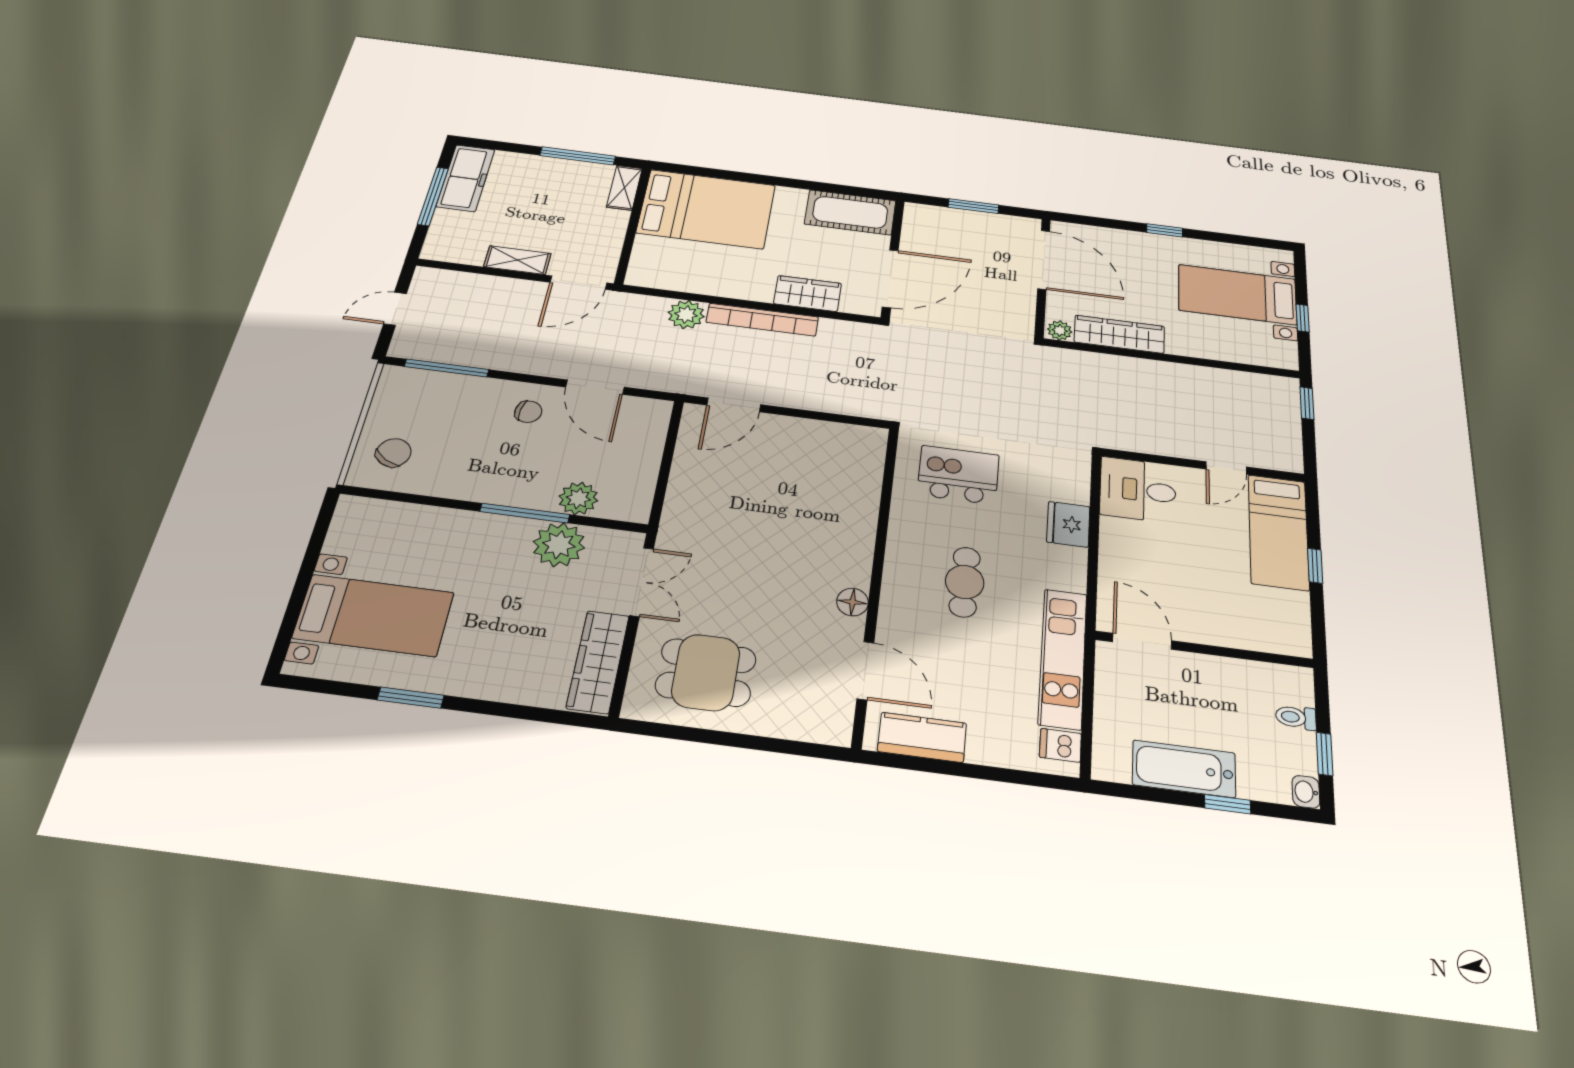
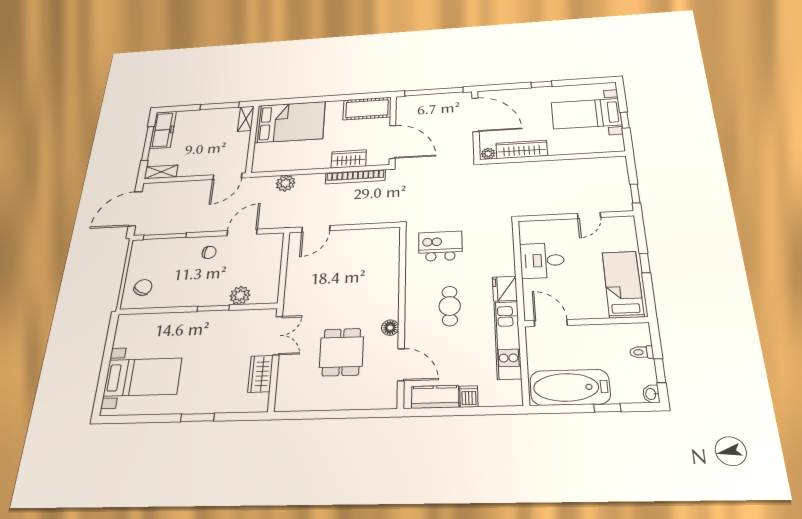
window: (973, 206) -> (434, 92), width x2.11
shelving: (517, 260) -> (161, 172), moved
door: (890, 279) -> (392, 142), hinge flipped
door: (395, 309) -> (135, 209), width x1.88
bookcase: (762, 320) -> (355, 177), moved
door: (595, 387) -> (242, 232), swing flipped
window: (1307, 403) -> (635, 193), moved
desk: (1138, 490) -> (542, 261), moved
window: (525, 513) -> (213, 308), width x0.69
fridge: (1068, 524) -> (505, 289), moved
bed: (1278, 532) -> (623, 284), moved, turned 180
plant: (559, 545) -> (233, 323), removed
wardrobe: (598, 662) -> (260, 374), width x0.67
dining table: (706, 672) -> (341, 352), moved, turned 90
window: (411, 698) -> (198, 418), moved
dishwasher: (1060, 745) -> (469, 397), moved, turned 90
bathtub: (1184, 769) -> (570, 387), width x1.36, depth x1.36

